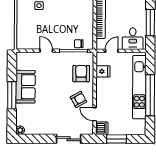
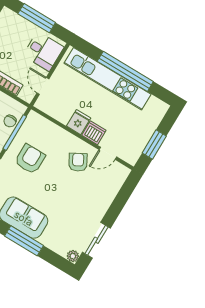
fridge: (103, 71) -> (79, 122), moved
armchair: (81, 74) -> (30, 159), moved, turned 90
dishwasher: (102, 128) -> (94, 133), moved
sliding door: (69, 139) -> (96, 240), moved

